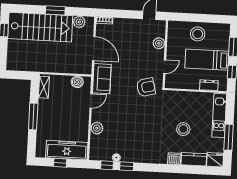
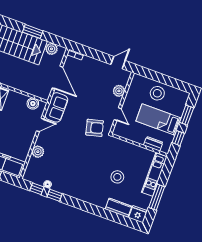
door: (165, 67) -> (118, 114), hinge flipped
dishwasher: (174, 159) -> (101, 202), removed

